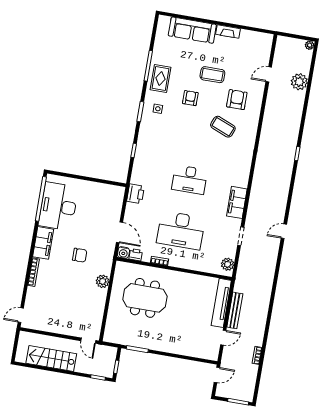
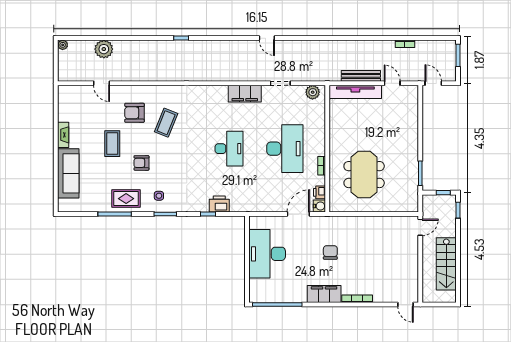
printer: (135, 194) -> (219, 204), moved
desk: (58, 206) -> (267, 254), moved, turned 90
plant: (103, 281) -> (354, 223), removed

